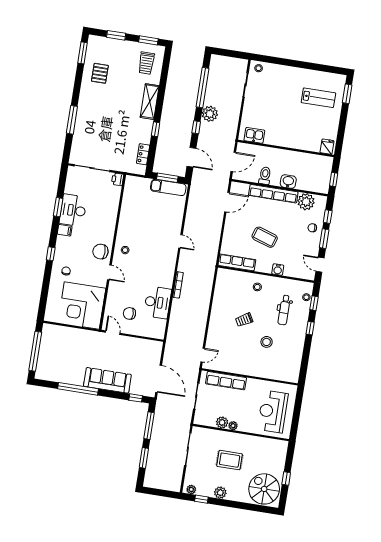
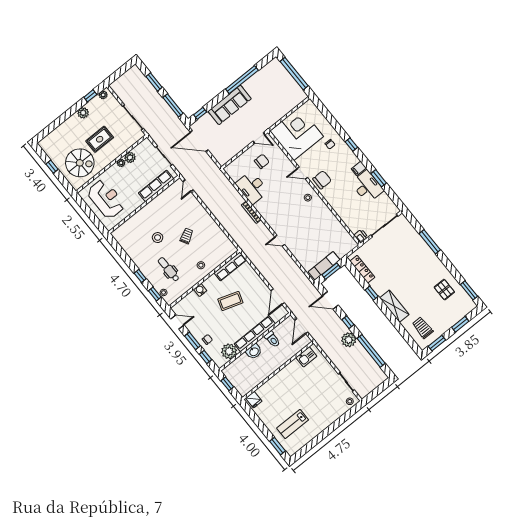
locker: (143, 154) -> (362, 269), width x1.53
spiral stairs: (264, 489) -> (80, 163), moved

